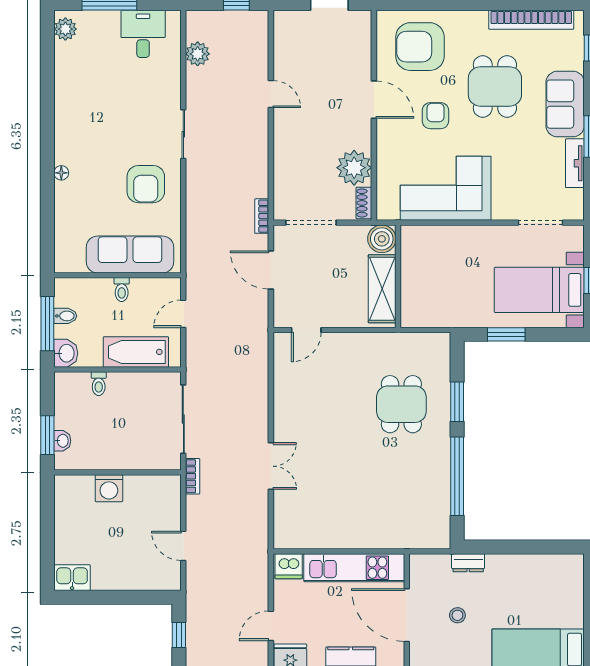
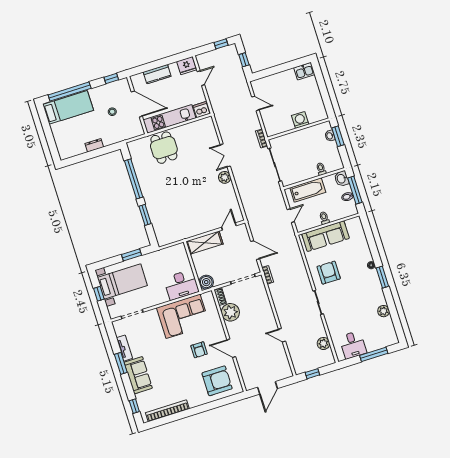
plant: (65, 29) -> (384, 311), moved
dining table: (495, 86) -> (175, 373), removed
window: (47, 144) -> (382, 277), added
desk: (430, 249) -> (181, 285), added
shelving: (382, 289) -> (205, 243), moved, turned 90
dining table: (401, 404) -> (164, 148), moved
plant: (285, 425) -> (225, 177), added
dresser: (468, 563) -> (94, 145), moved

